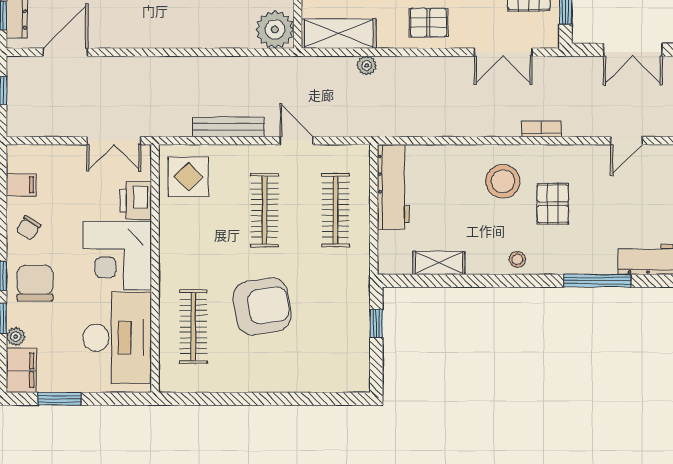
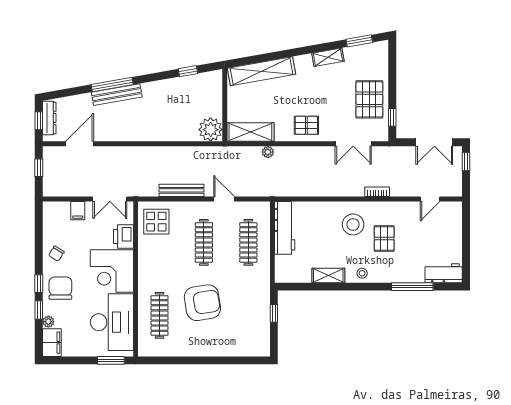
filing cabinet: (21, 185) -> (78, 211), moved, turned 90
shelving: (439, 263) -> (328, 275), moved
window: (59, 399) -> (111, 360), moved

